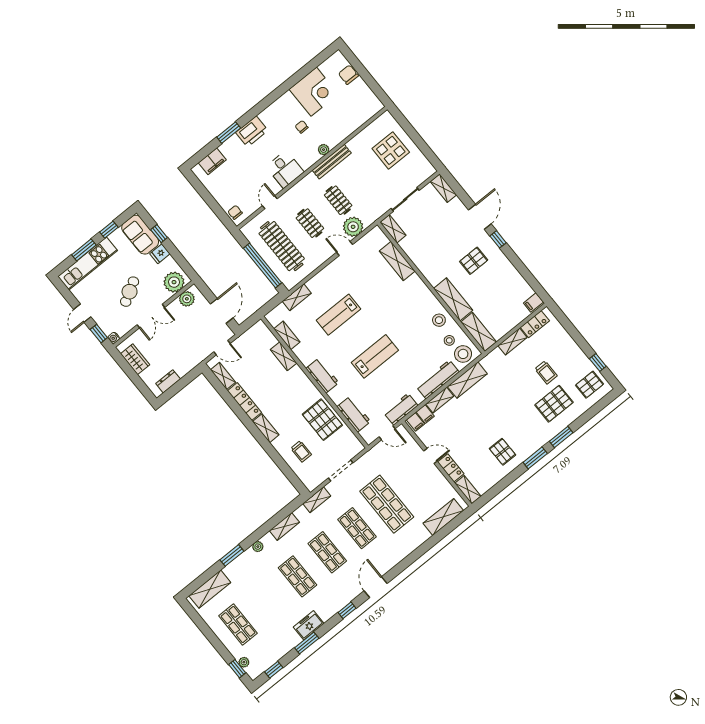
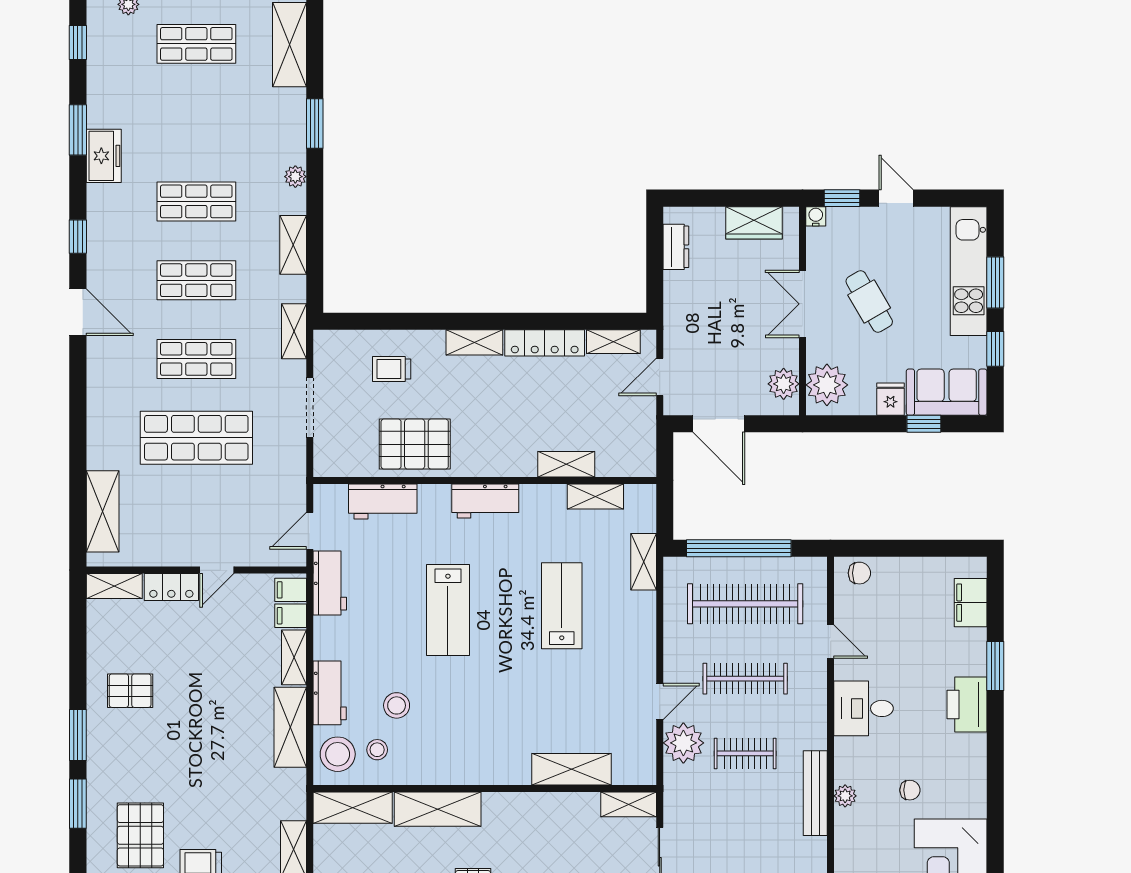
clothes rail: (310, 223) -> (745, 679), width x1.36
stool: (439, 320) -> (397, 705), moved
workbench: (438, 379) -> (330, 693), width x0.73

